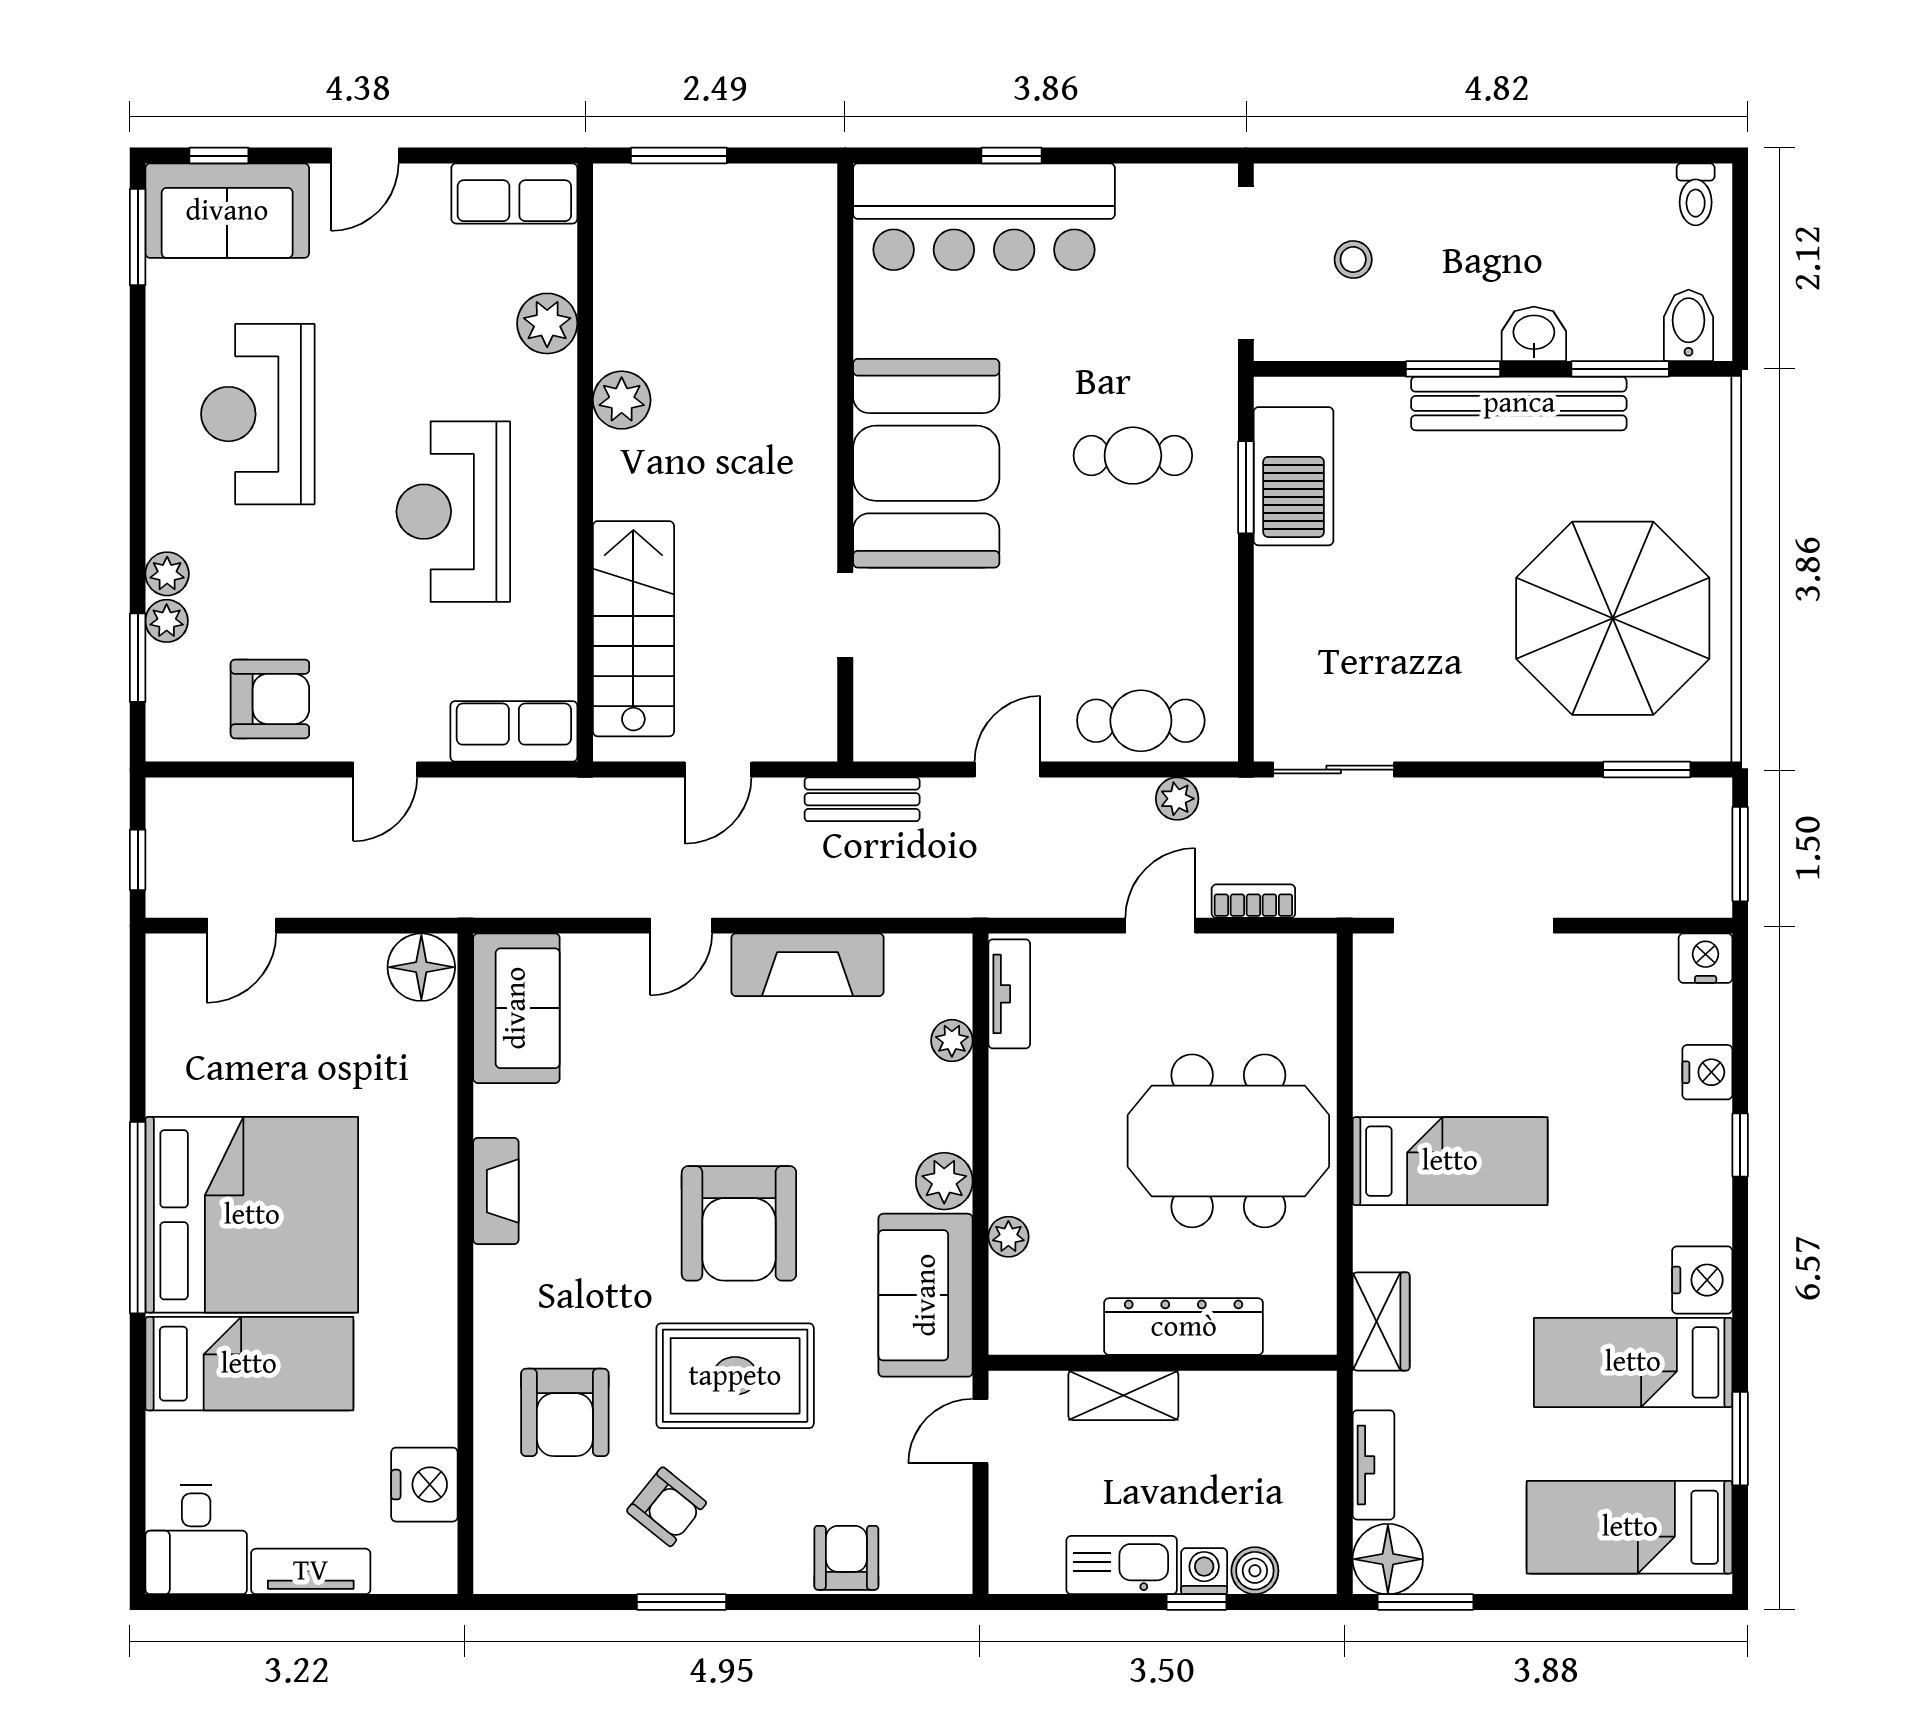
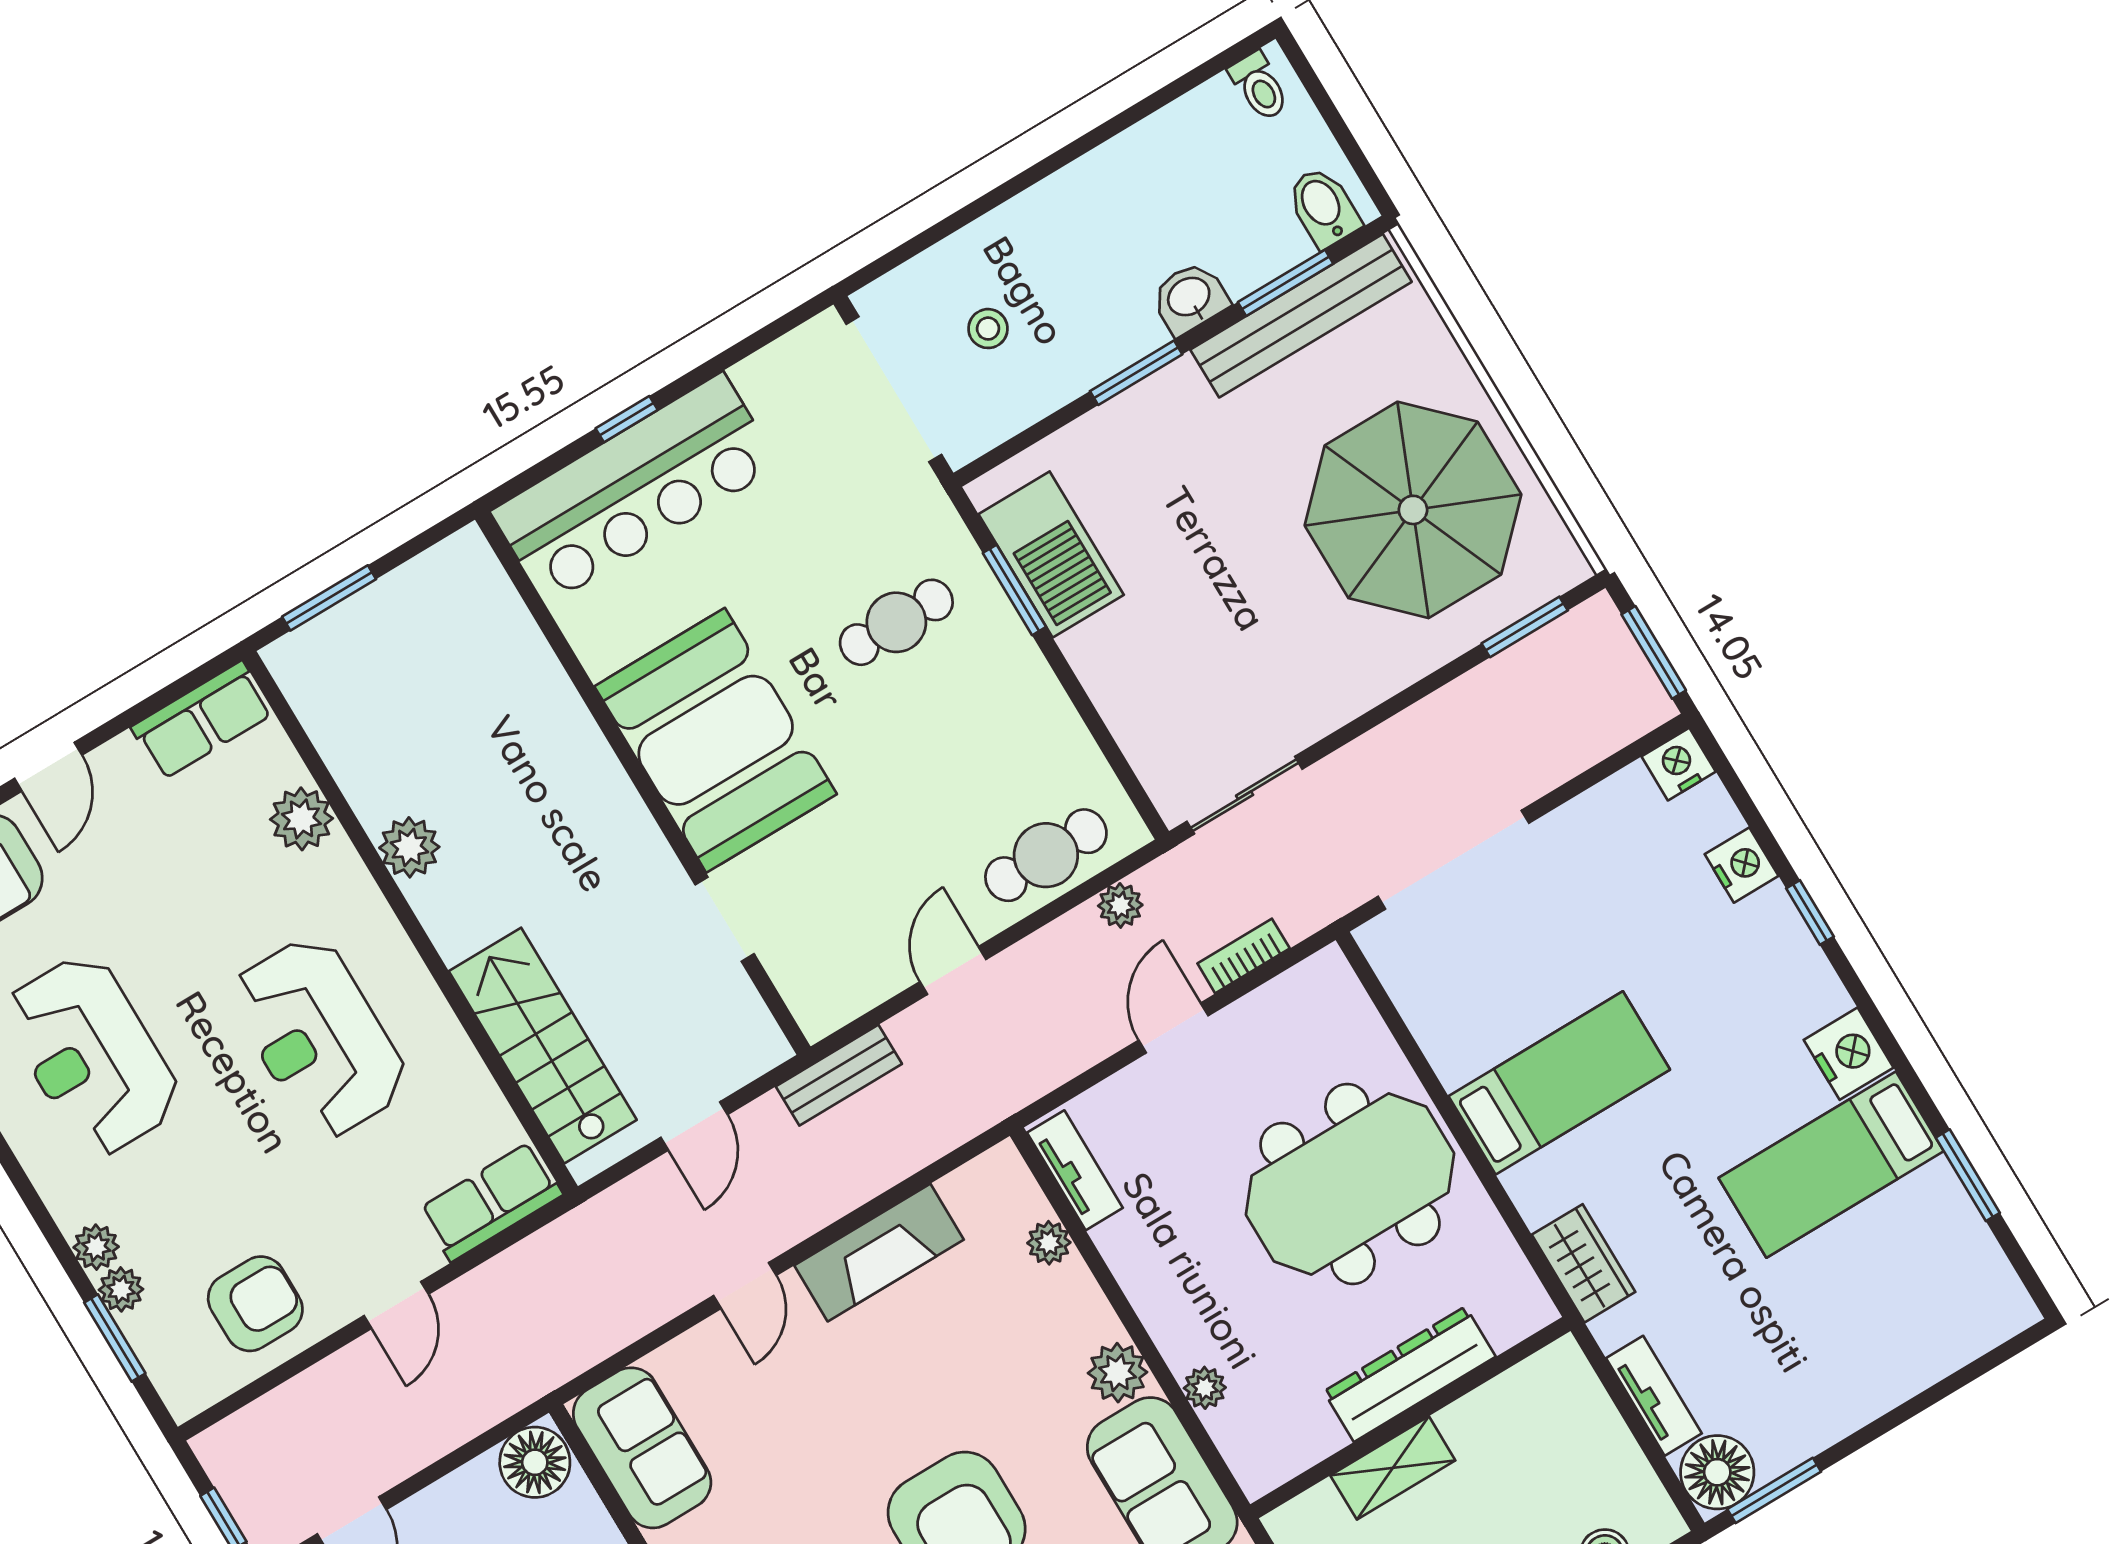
bench: (1519, 403) -> (1301, 316), moved
bed: (1630, 1527) -> (1916, 1314), removed

